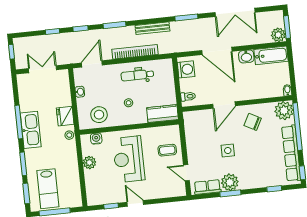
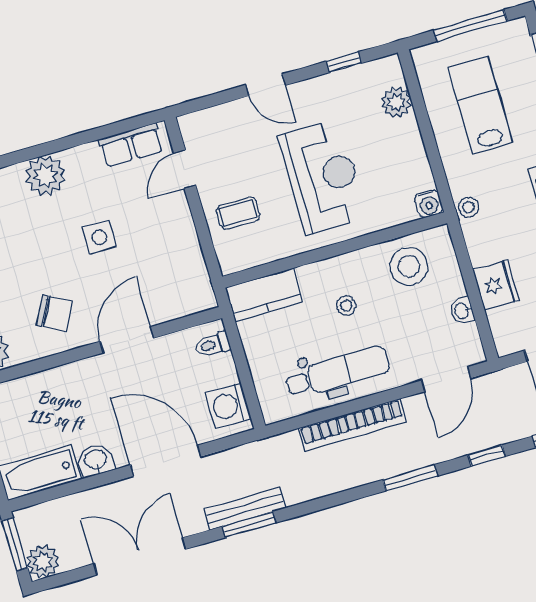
bench: (152, 28) -> (245, 508), moved
plant: (278, 35) -> (43, 562), moved
dental chair: (137, 75) -> (337, 372), width x1.36, depth x1.38
fridge: (65, 116) -> (496, 285), moved
water cooler: (96, 139) -> (428, 204), moved
plant: (89, 163) -> (396, 102), moved
door: (186, 173) -> (185, 169), swing flipped
plant: (230, 182) -> (45, 176), moved
lab bench: (48, 189) -> (480, 105), moved
window: (230, 193) -> (76, 140), removed
door: (135, 203) -> (266, 85), moved

